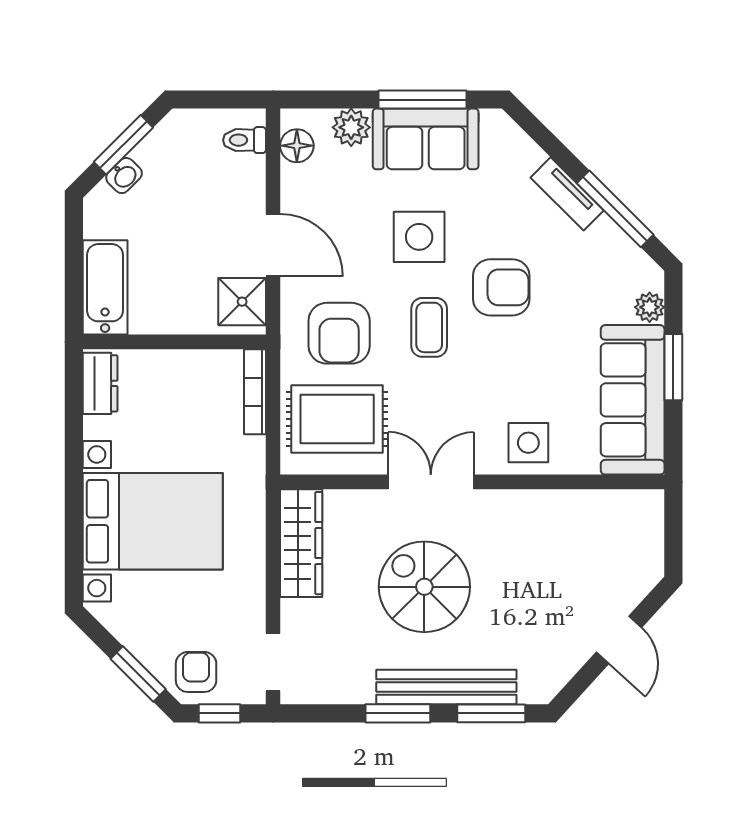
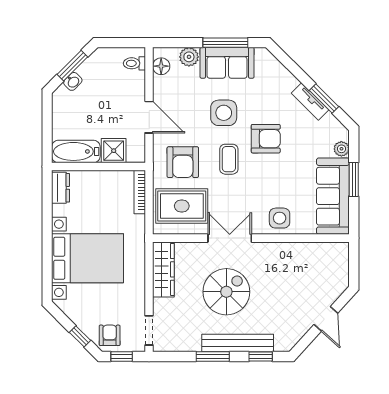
tv unit: (567, 194) -> (310, 102), moved
window: (615, 209) -> (324, 99), width x0.69
bathtub: (105, 287) -> (76, 151), moved, turned -90
shower: (242, 302) -> (114, 151), moved
spiral stairs: (424, 587) -> (226, 292), turned 90
window: (138, 674) -> (80, 336), width x0.67
window: (491, 713) -> (261, 357), width x0.67

